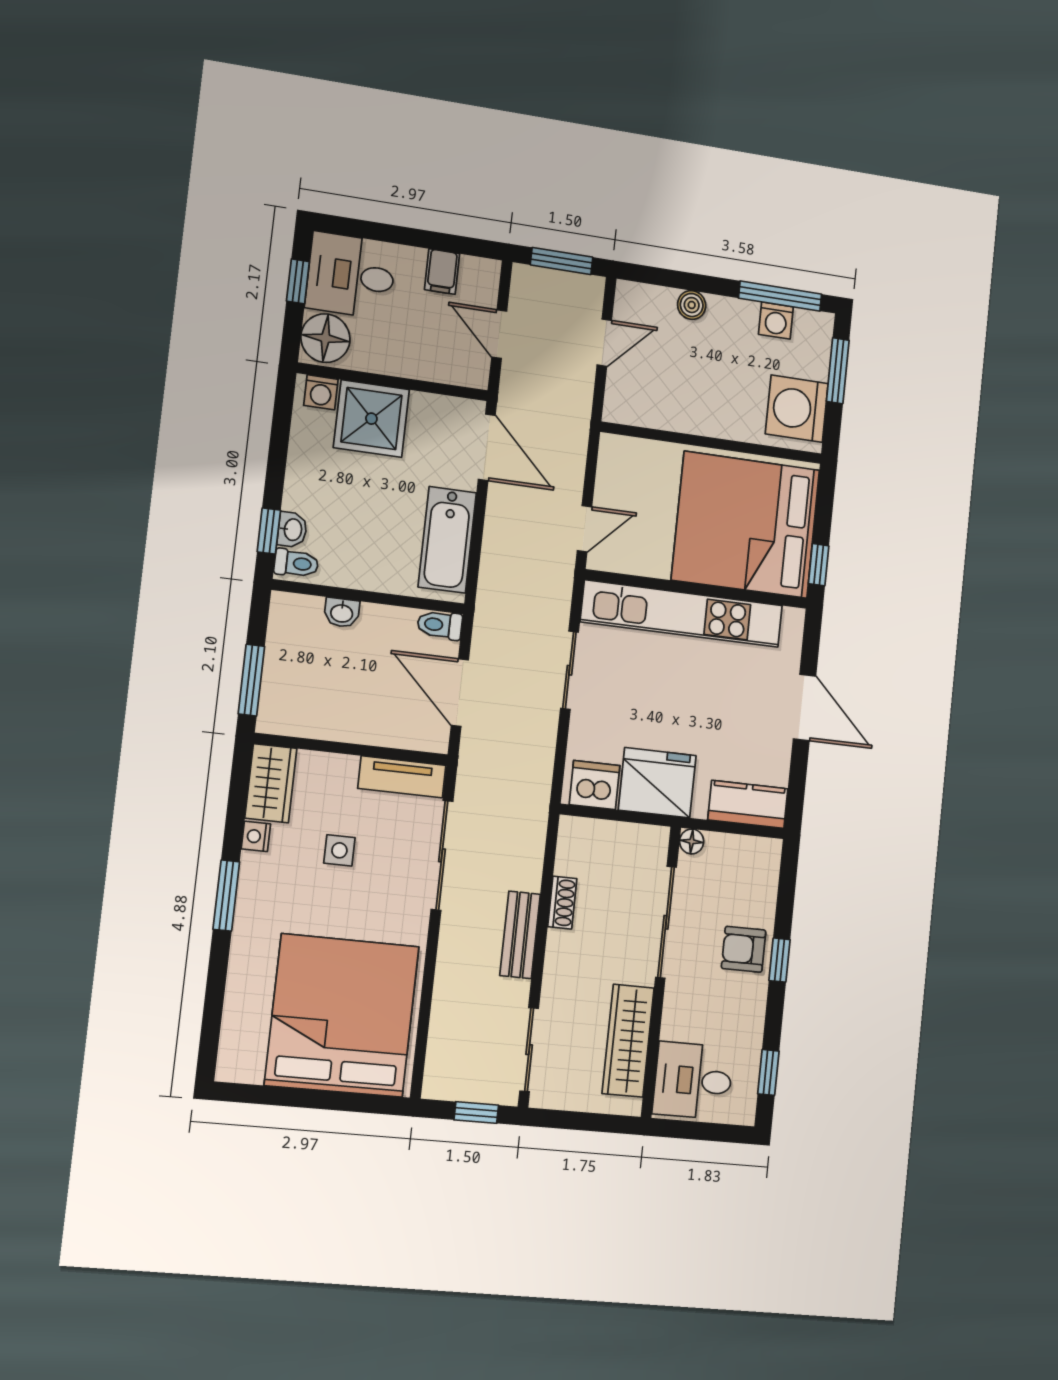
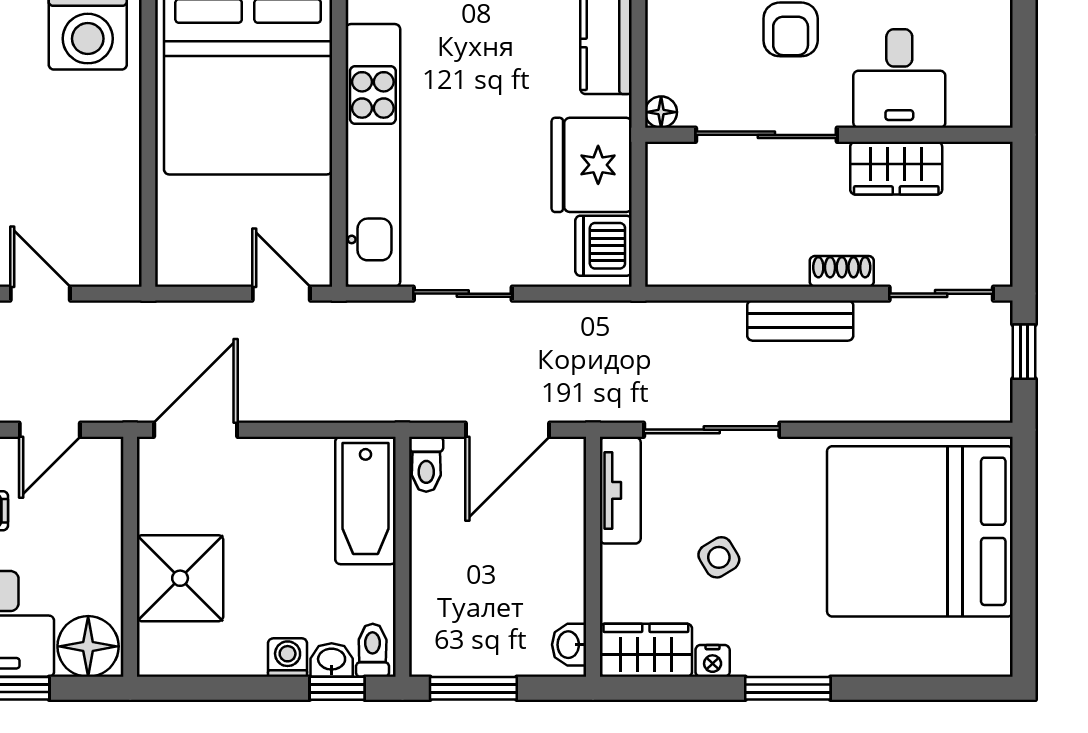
washing machine: (321, 392) -> (288, 658), moved, turned -90
bathtub: (447, 540) -> (366, 500), moved, turned 90
washbasin: (342, 613) -> (569, 645), moved, turned 180
window: (251, 680) -> (473, 688), moved
side table: (339, 850) -> (719, 557), turned -31
shoe rack: (562, 903) -> (842, 271), moved
wardrobe: (628, 1041) -> (896, 168), width x0.67
desk: (693, 1081) -> (899, 79), moved

